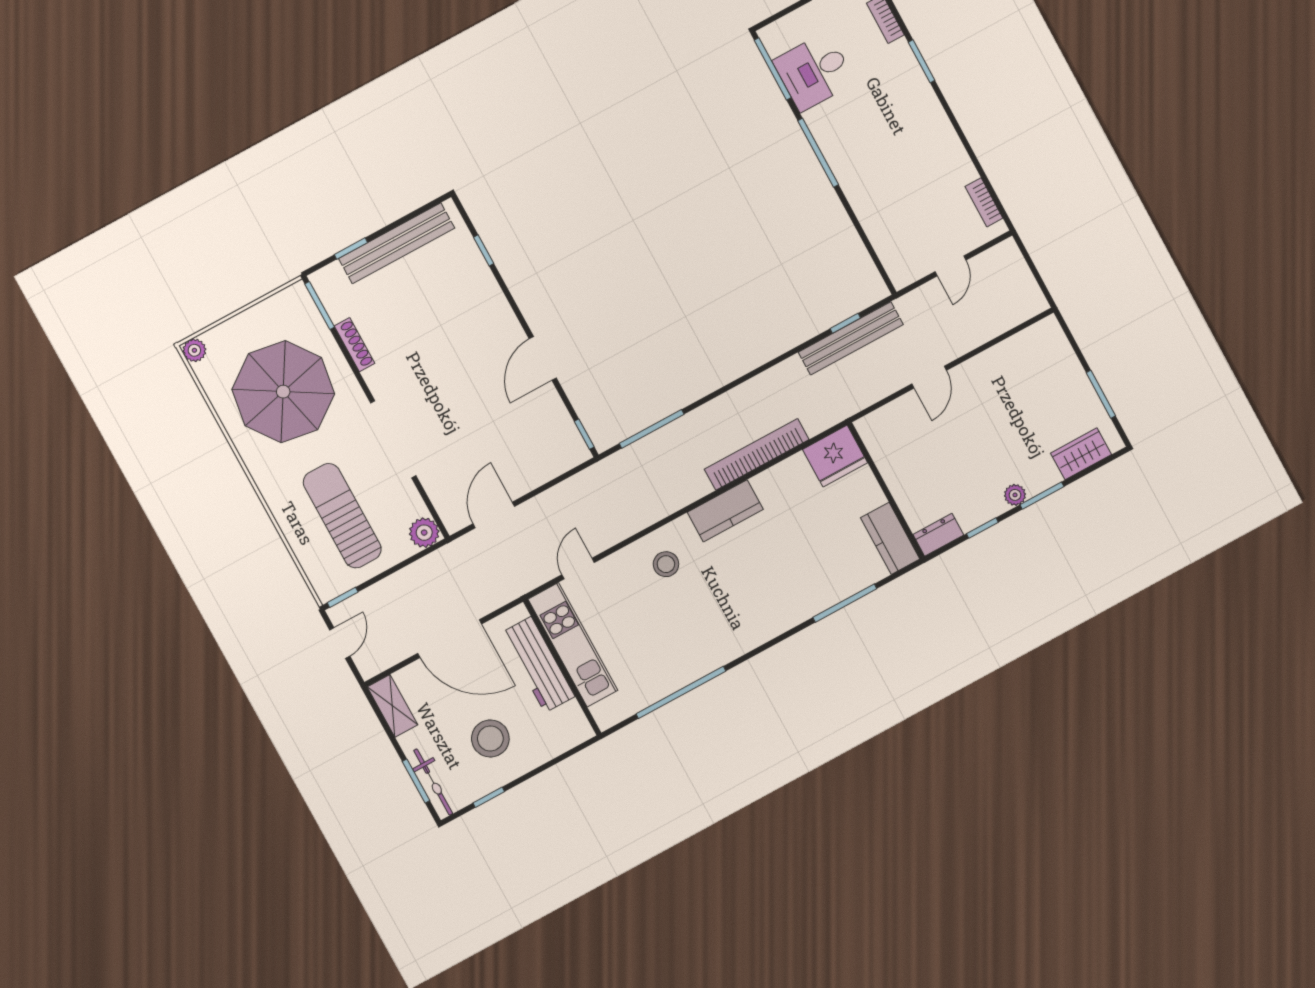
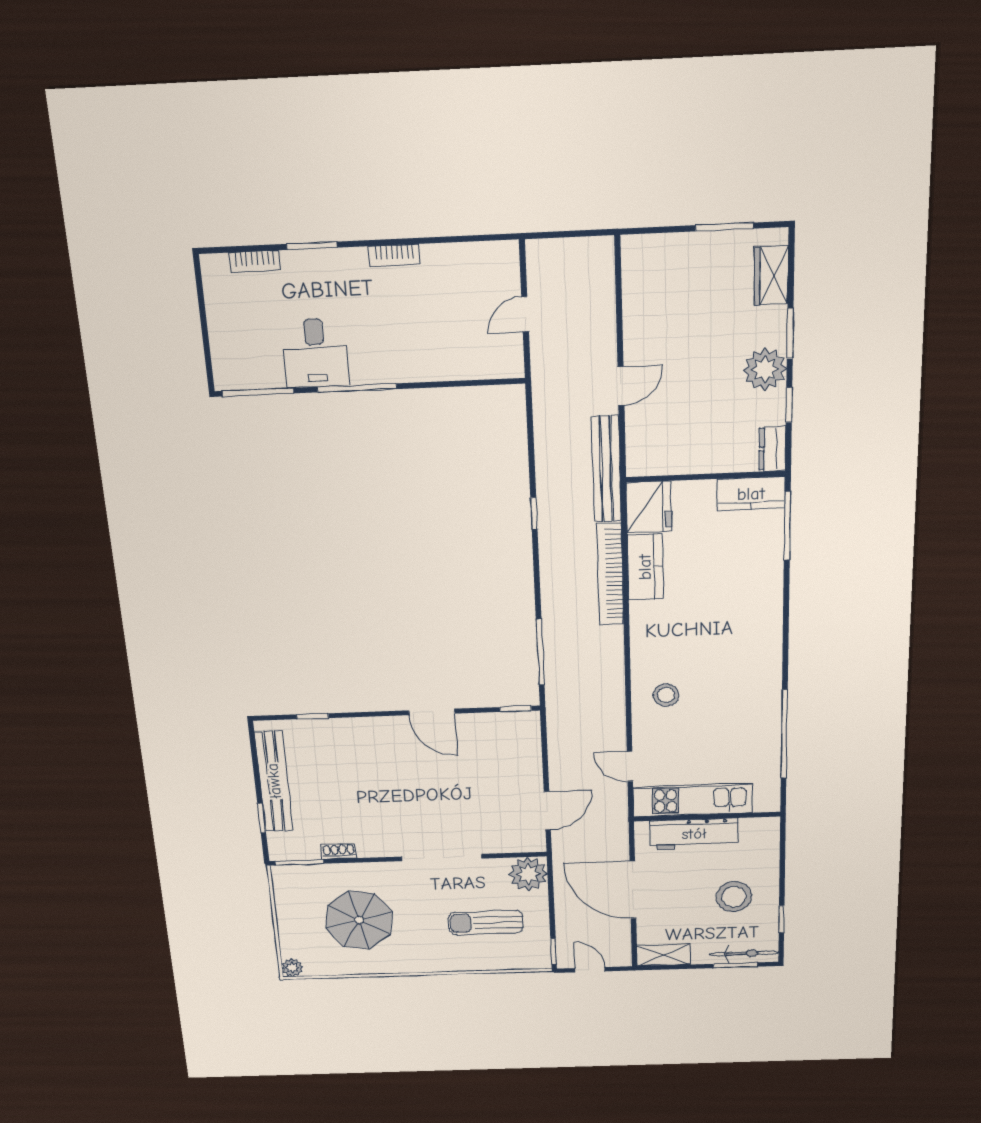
desk: (814, 72) -> (315, 353), moved
bookcase: (984, 202) -> (394, 255), moved
door: (950, 266) -> (525, 314), swing flipped
window: (845, 323) -> (534, 513), moved
bench: (851, 338) -> (606, 469), moved
shoe rack: (354, 345) -> (339, 851), width x0.70
door: (929, 377) -> (621, 386), hinge flipped
parasol: (283, 392) -> (359, 920), width x0.73, depth x0.73
plant: (1015, 495) -> (765, 369), width x1.88, depth x1.88
kitchen counter: (725, 511) -> (645, 567), moved
door: (494, 515) -> (547, 811), swing flipped
sun lounger: (342, 516) -> (486, 923), width x0.73, depth x0.75
plant: (424, 533) -> (528, 874), width x1.36, depth x1.36
window: (845, 603) -> (787, 526), moved
door: (450, 639) -> (633, 890), swing flipped

